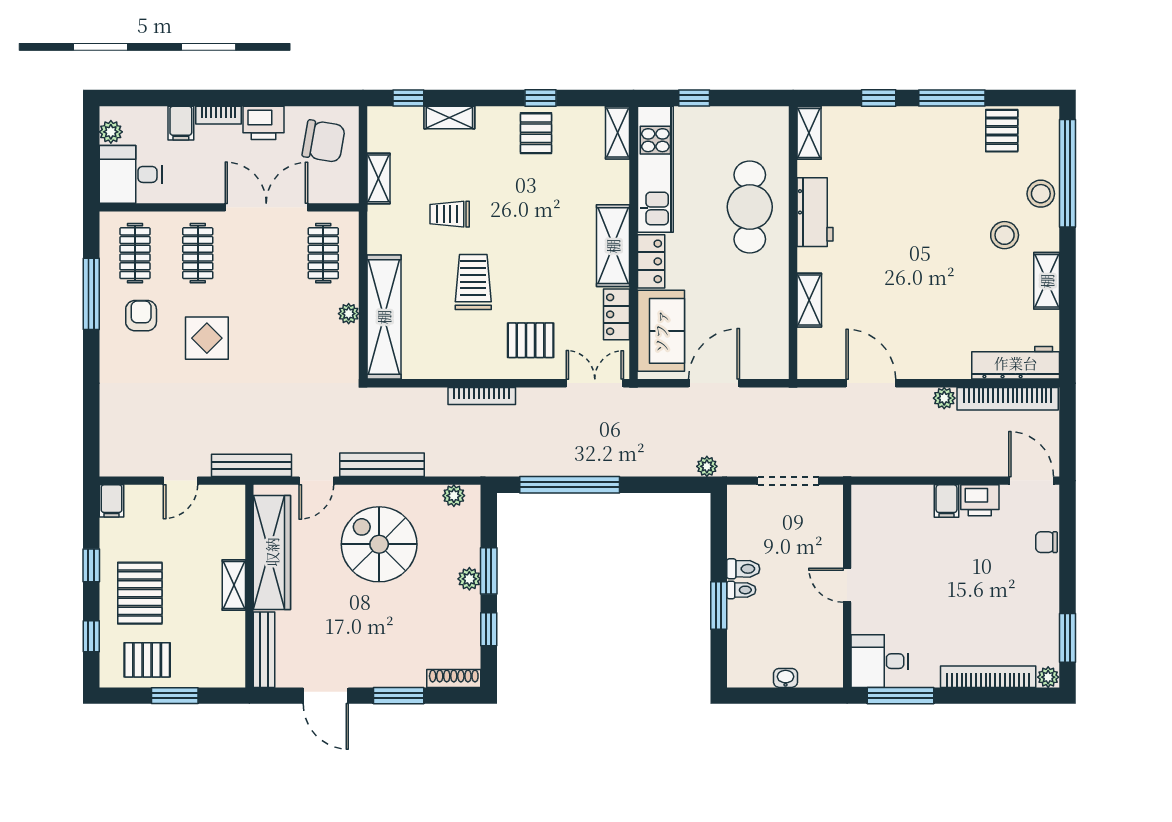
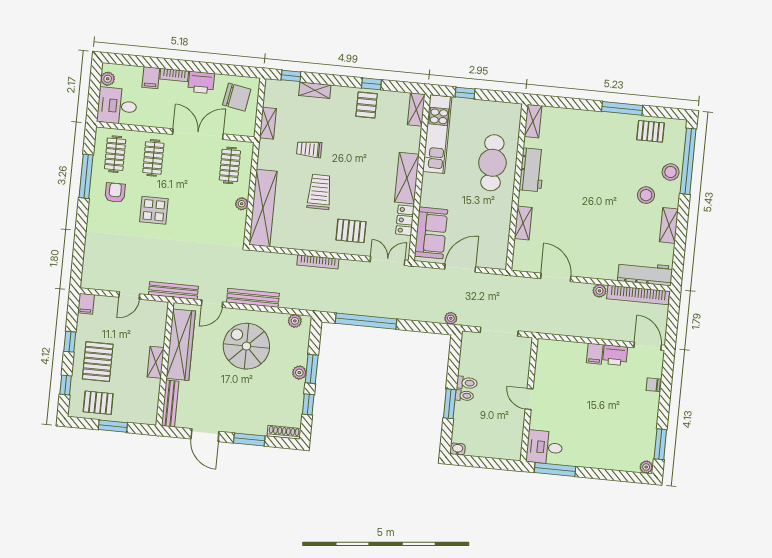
window: (879, 98) -> (578, 104), removed
pallet: (1002, 131) -> (651, 131), turned 90
locker: (651, 261) -> (429, 190), removed
bookcase: (988, 677) -> (610, 463), removed
washbasin: (786, 678) -> (458, 449), moved

